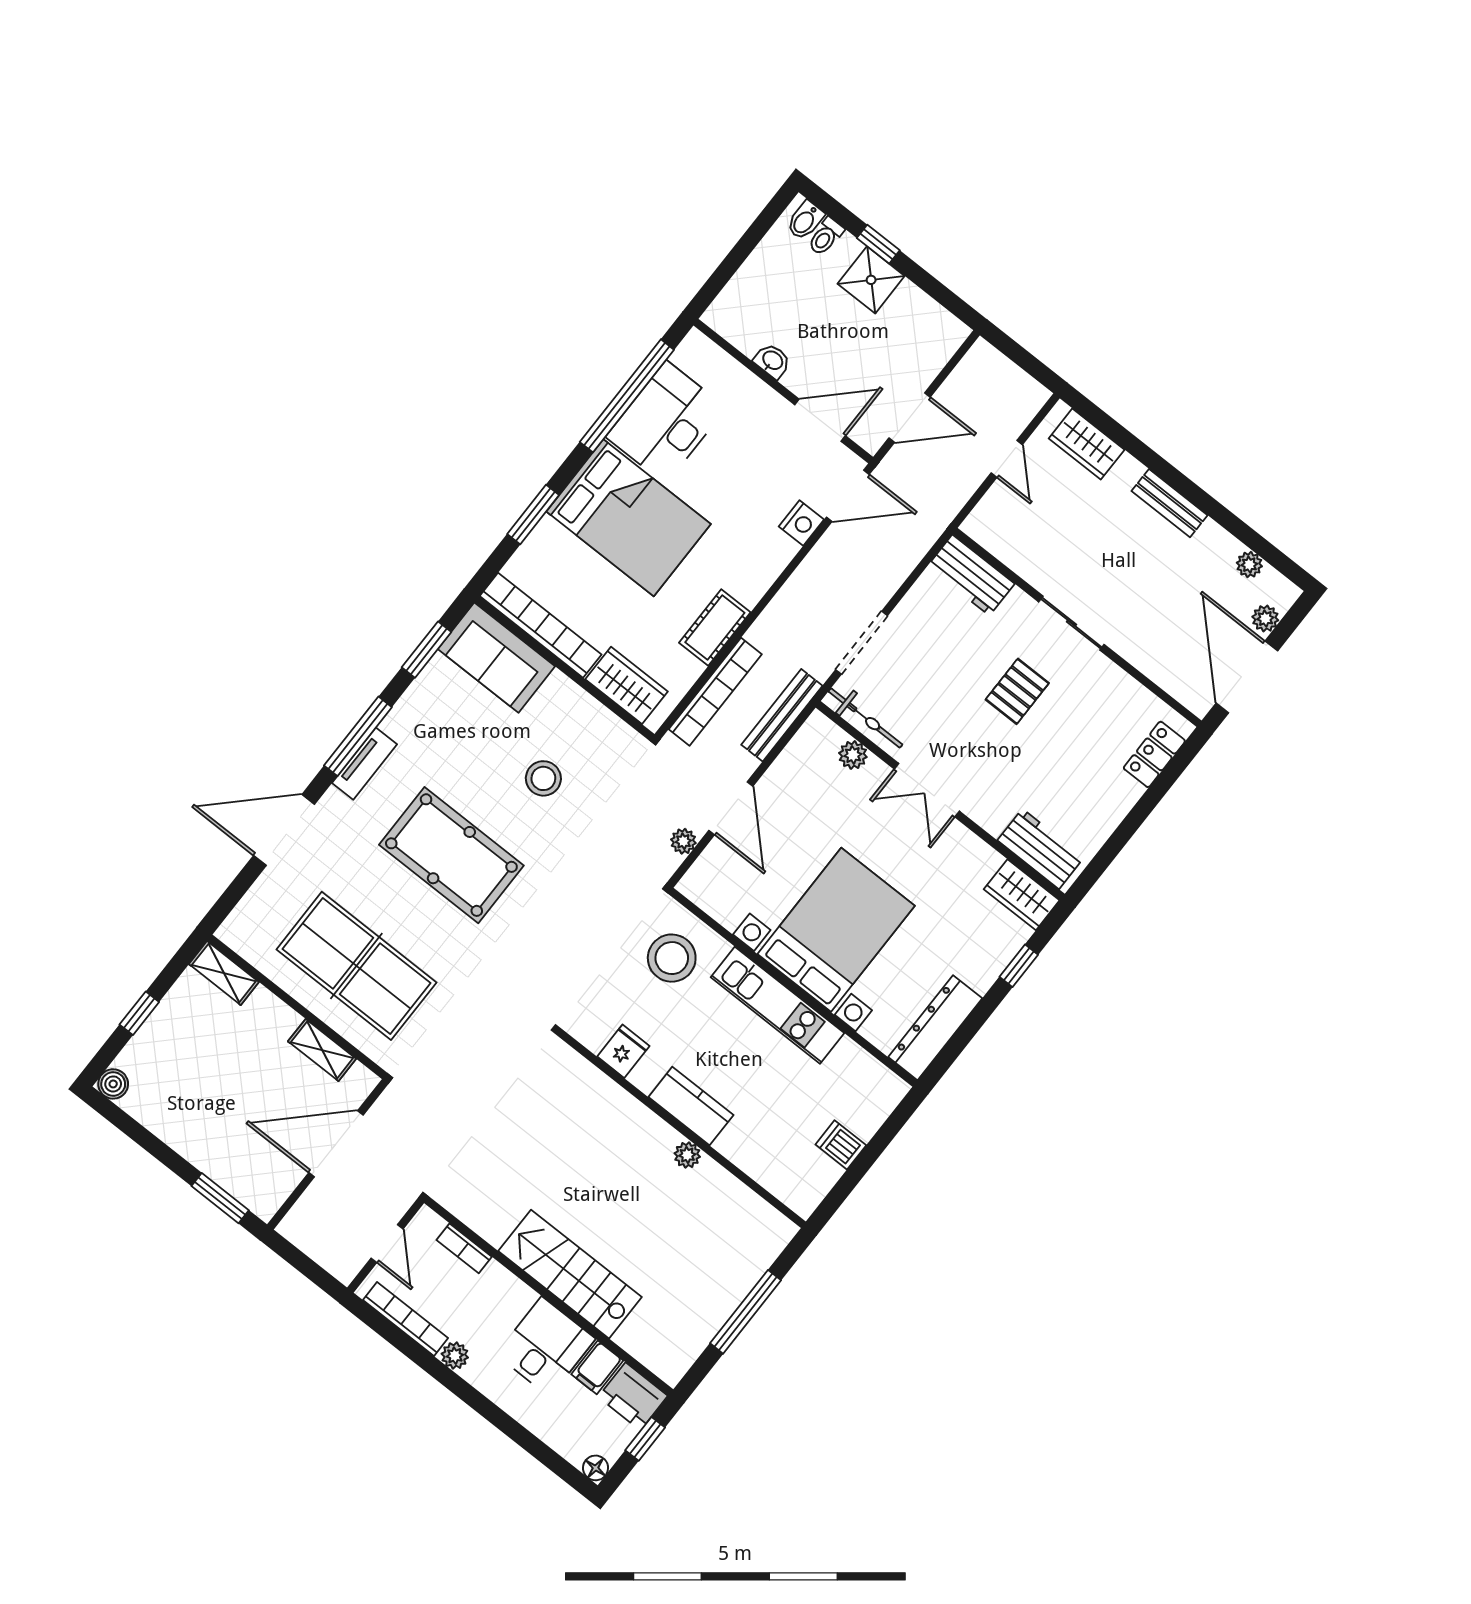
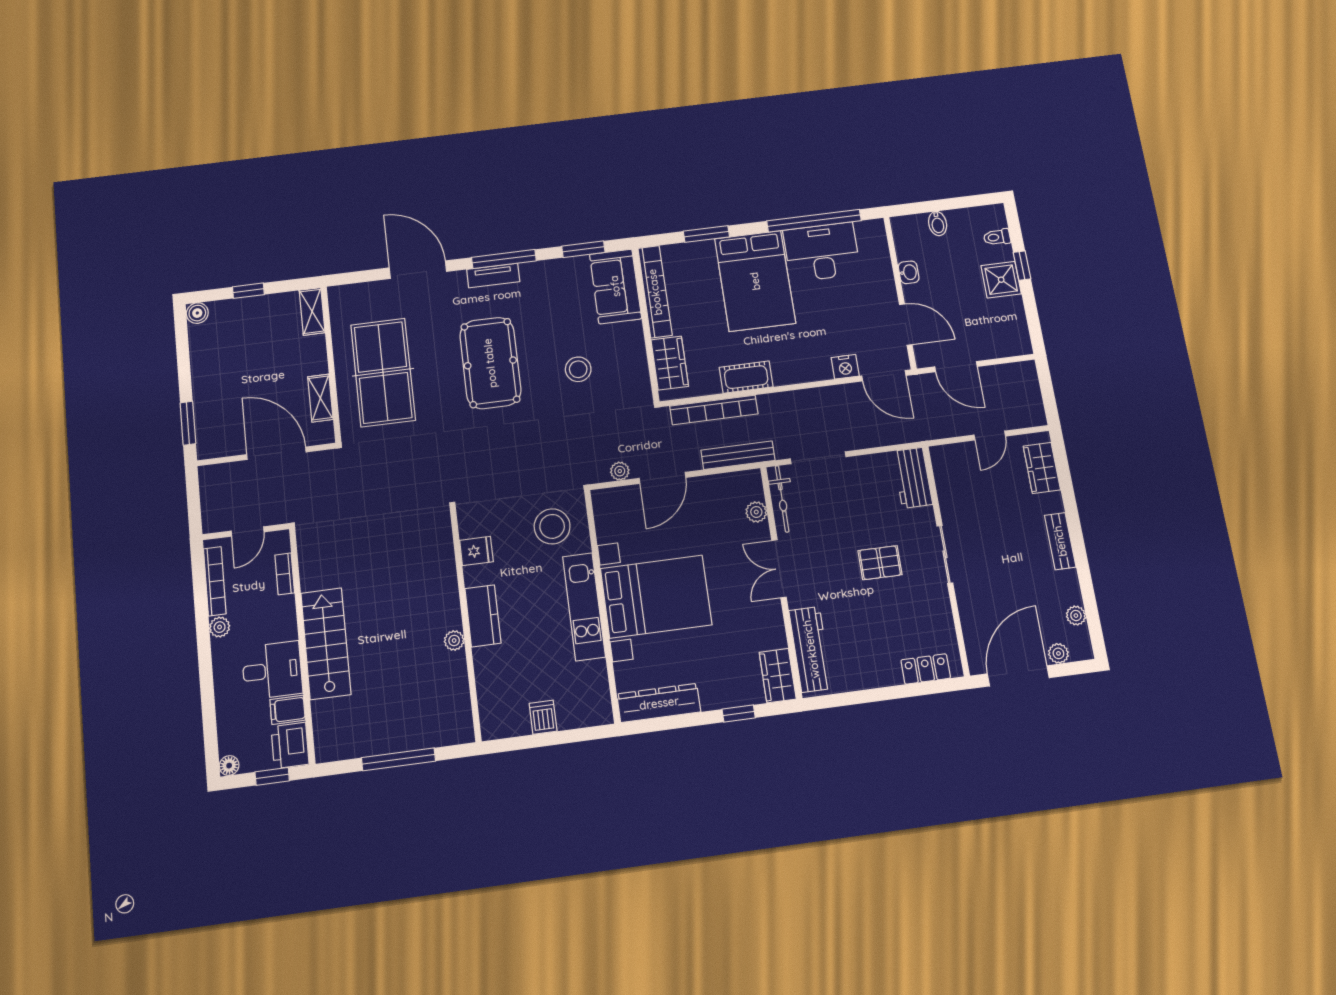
bidet: (805, 220) -> (938, 224), moved, turned -90
workbench: (1041, 849) -> (811, 649), width x1.38

